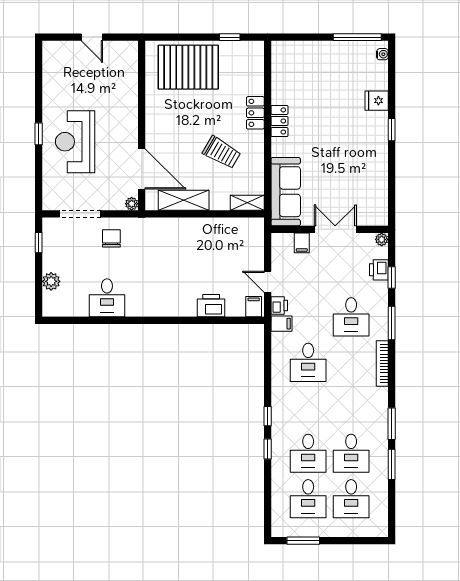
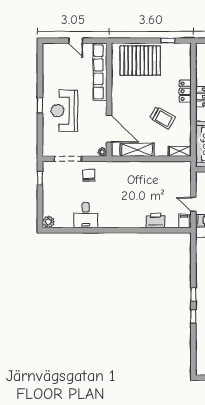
row of seats: (128, 84) -> (100, 72), added
plant: (51, 281) -> (48, 222), moved

